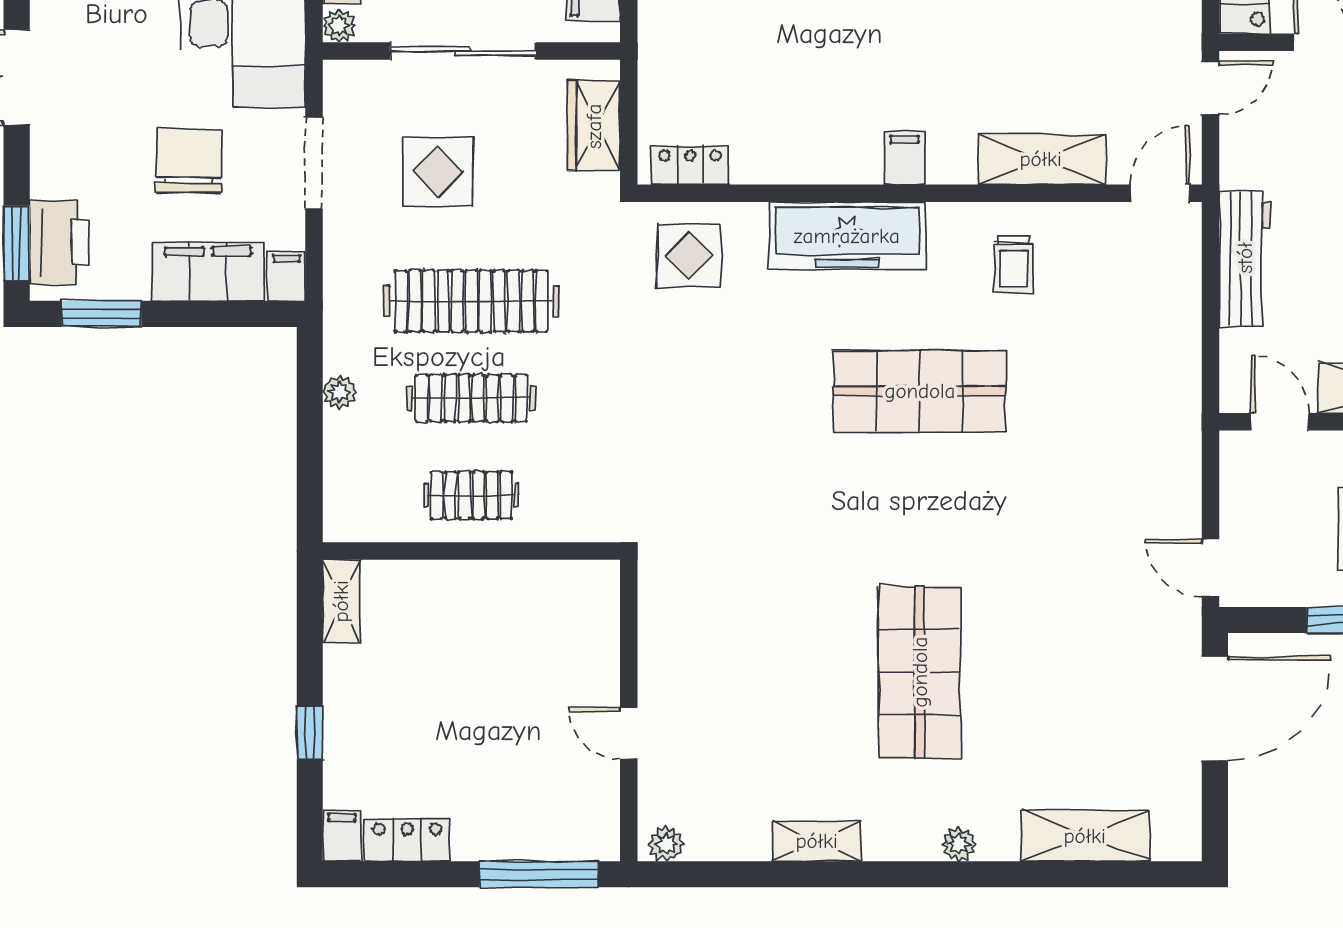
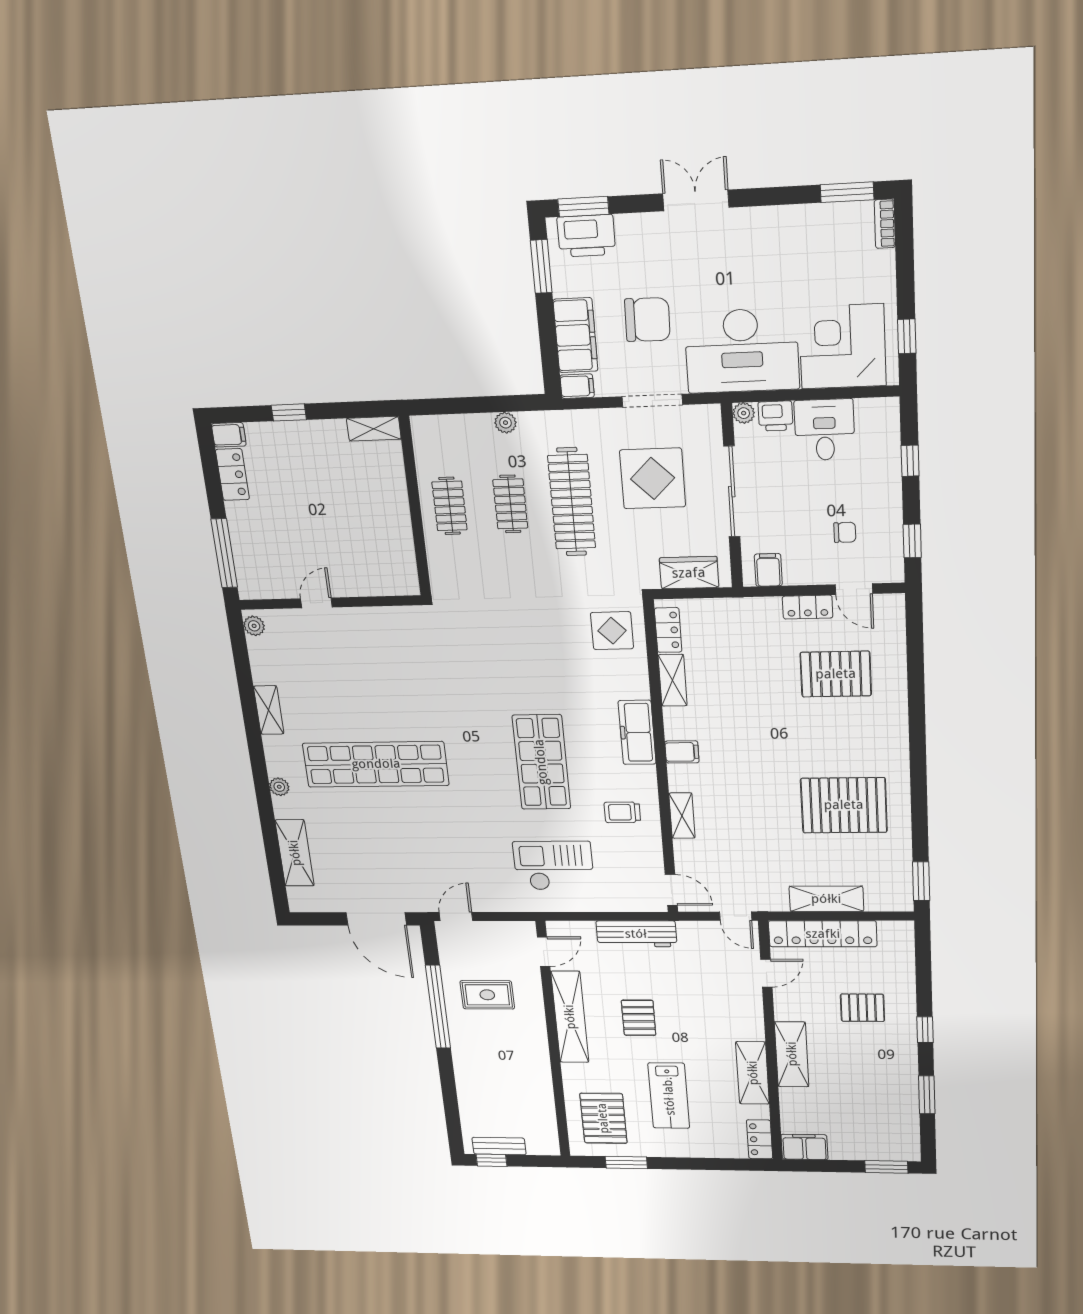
shelving: (1041, 159) -> (682, 816), width x0.67, depth x0.75
shelving: (777, 164) -> (673, 680), added
display table: (438, 172) -> (653, 478), width x1.36, depth x1.36
freezer: (847, 236) -> (637, 732), width x0.73, depth x0.79
checkout: (1113, 389) -> (554, 866), added
clothes rail: (471, 398) -> (510, 504), width x0.73
shop shelf: (920, 672) -> (376, 764), width x1.40

